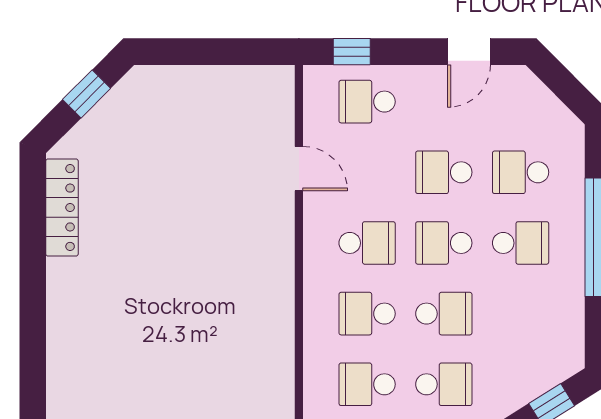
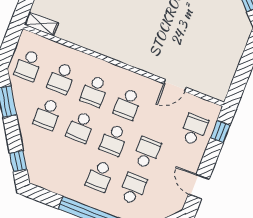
school desk: (444, 243) -> (114, 140), turned 180
school desk: (367, 314) -> (94, 91), turned 180
school desk: (367, 384) -> (61, 78), turned 180

